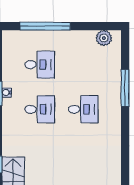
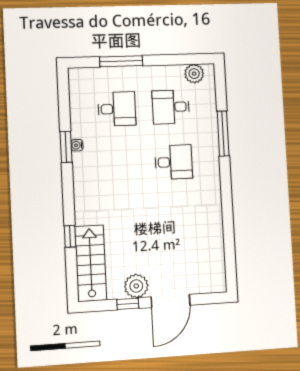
window: (45, 26) -> (121, 61), width x0.68
desk: (40, 109) -> (171, 107), moved, turned 180

